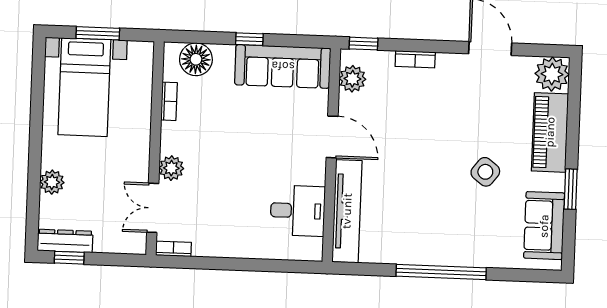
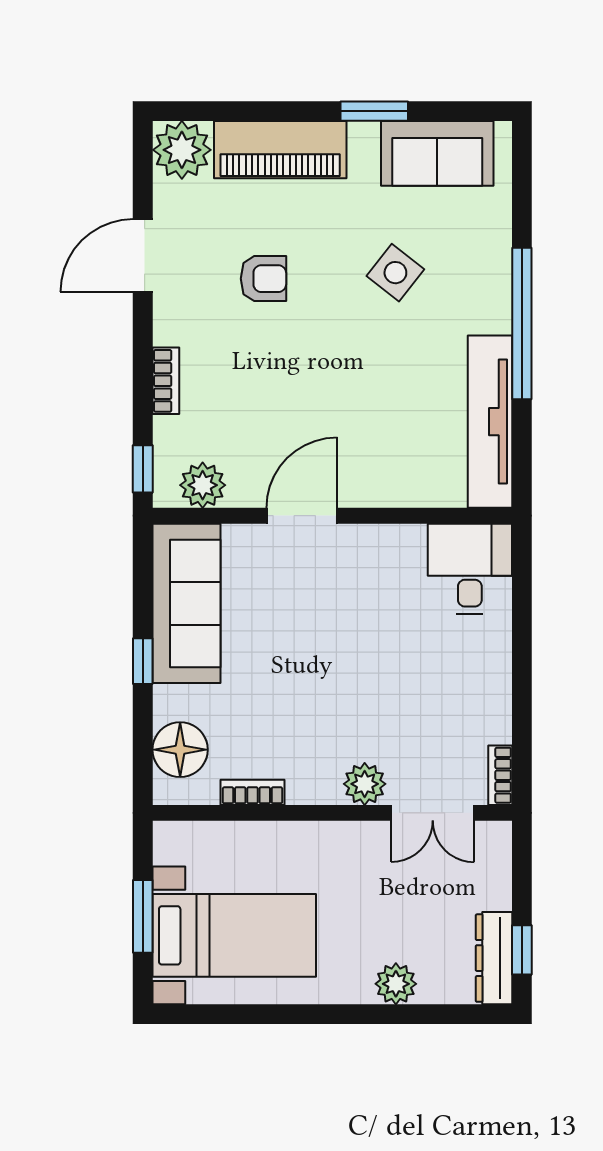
armchair: (474, 120) -> (263, 279), added
side table: (485, 172) -> (395, 273), moved
desk: (298, 211) -> (470, 569), moved
tv unit: (347, 211) -> (490, 422), moved, turned -90

